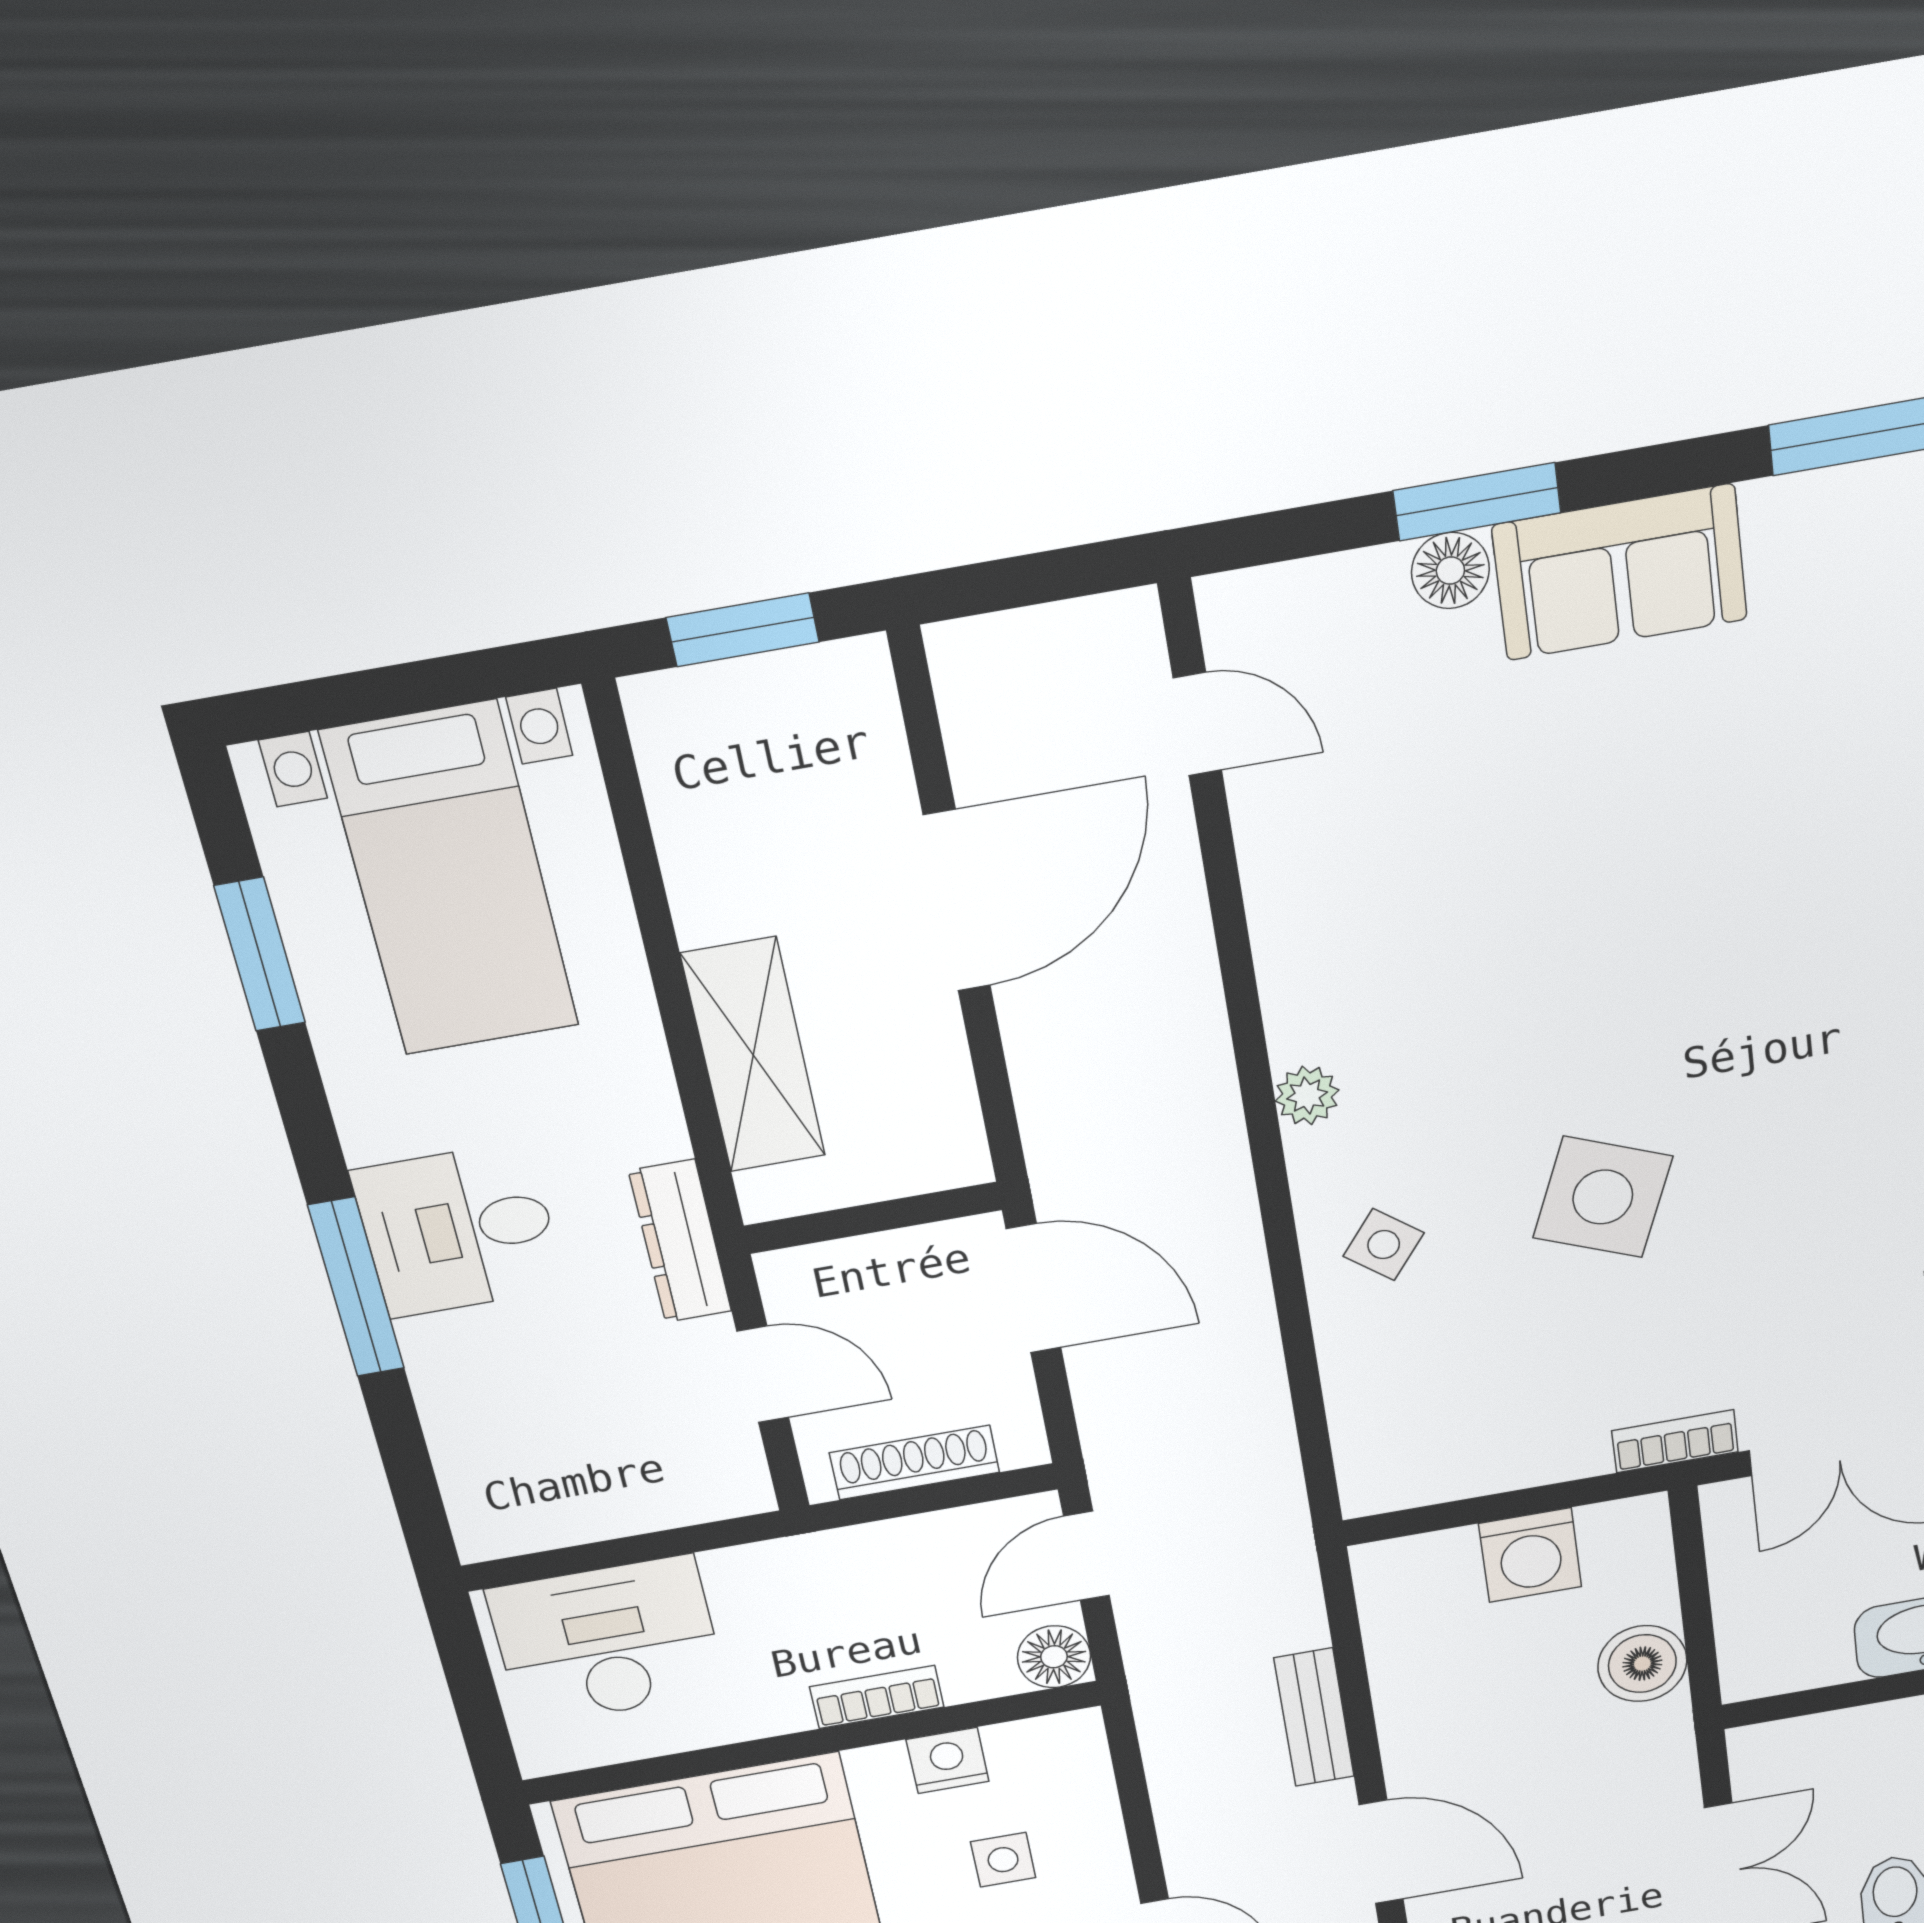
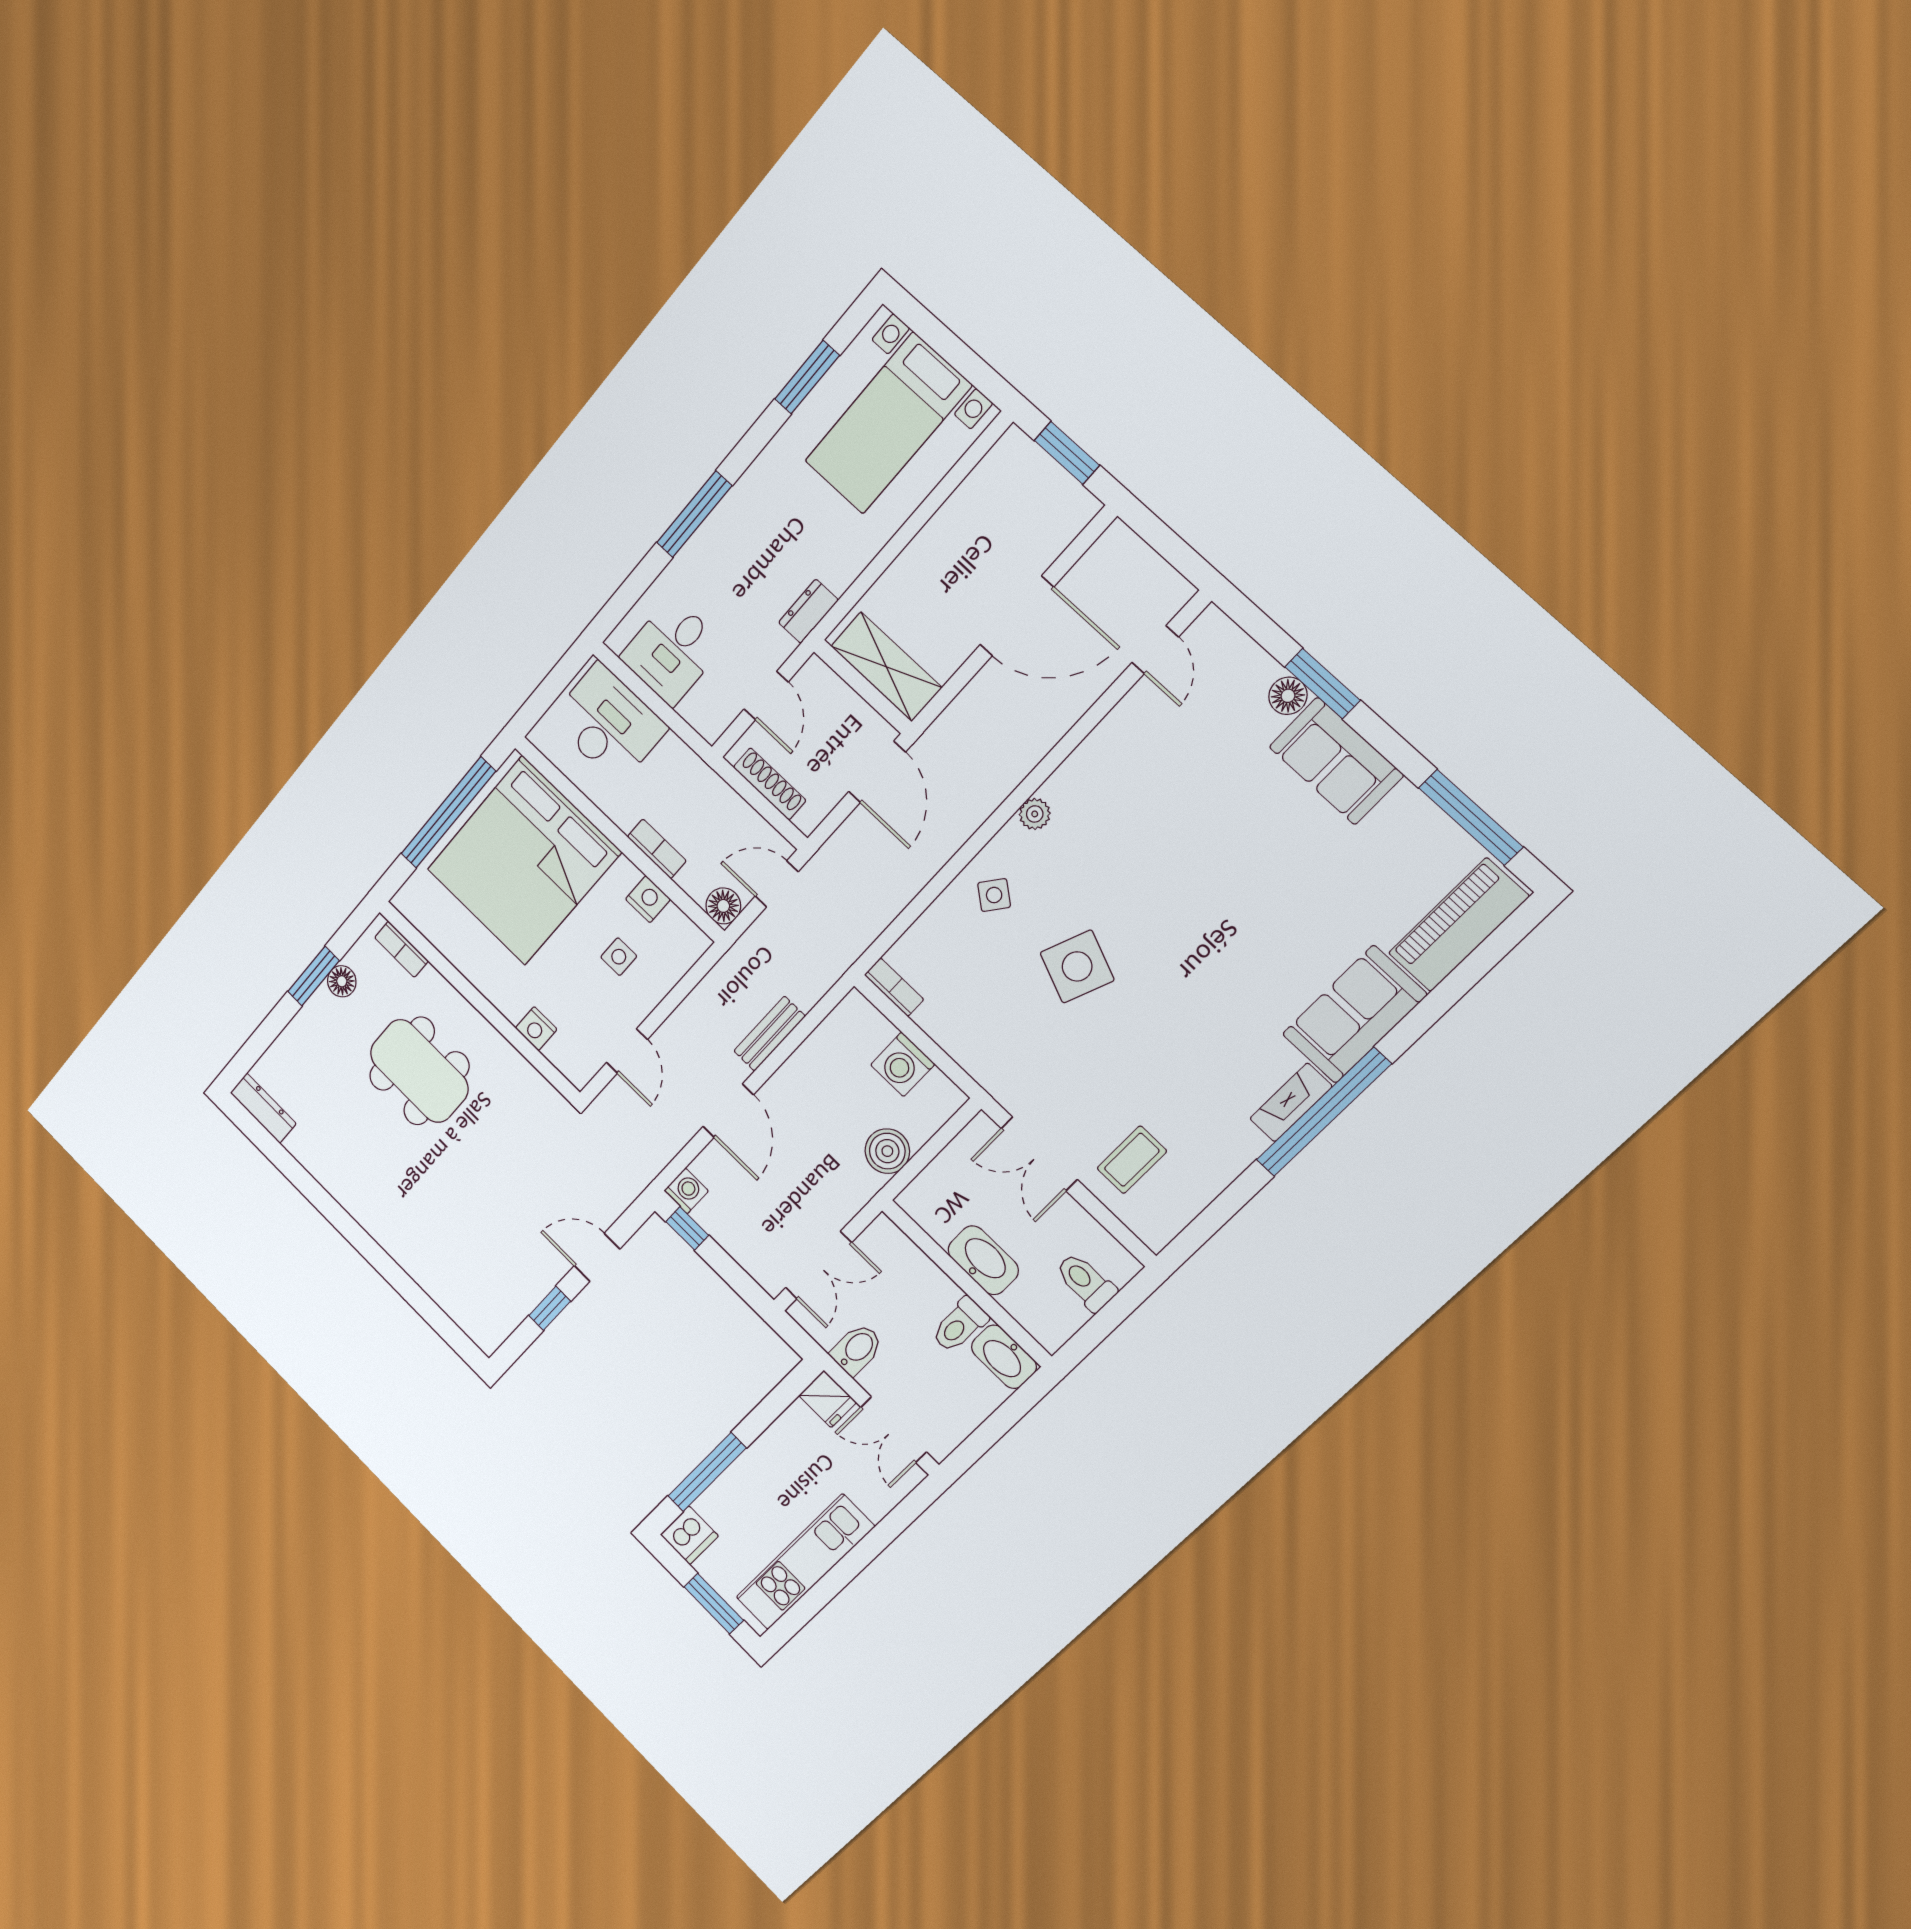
shelving: (753, 1055) -> (886, 667), moved, turned 90
desk: (459, 1230) -> (672, 651), moved, turned -90
dresser: (680, 1241) -> (808, 611), width x0.70
bookcase: (1675, 1441) -> (894, 987), moved

